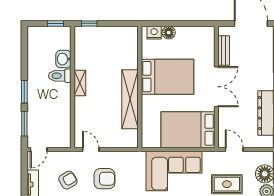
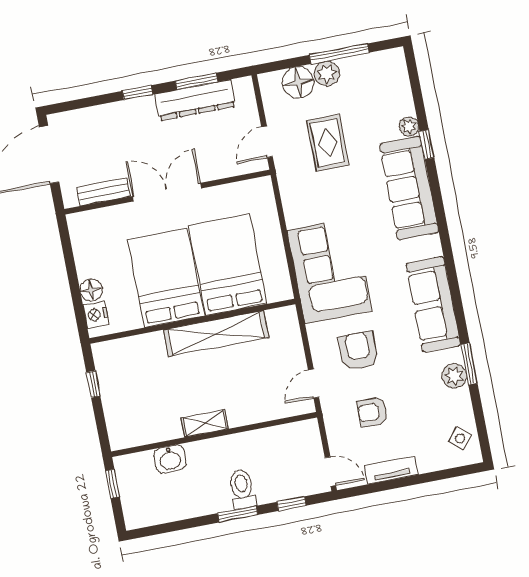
window: (89, 23) -> (93, 384), moved
toilet: (60, 76) -> (242, 489), moved, turned 180
window: (24, 124) -> (292, 504), width x0.67
bed: (188, 130) -> (228, 265), moved, turned 180
corner sofa: (174, 171) -> (329, 271), moved
armchair: (68, 180) -> (372, 412), turned -60

